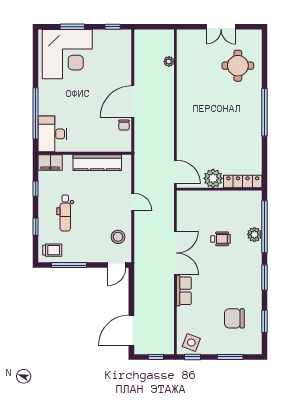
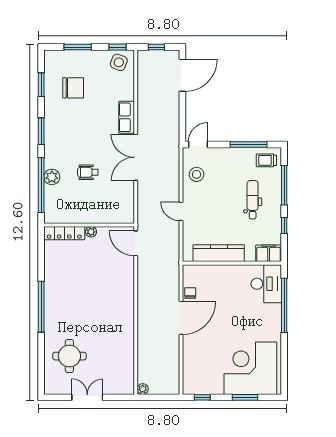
plant: (169, 61) -> (143, 389), moved
plant: (213, 178) -> (91, 232), width x0.53, depth x0.53
window: (36, 227) -> (284, 185), width x2.17

